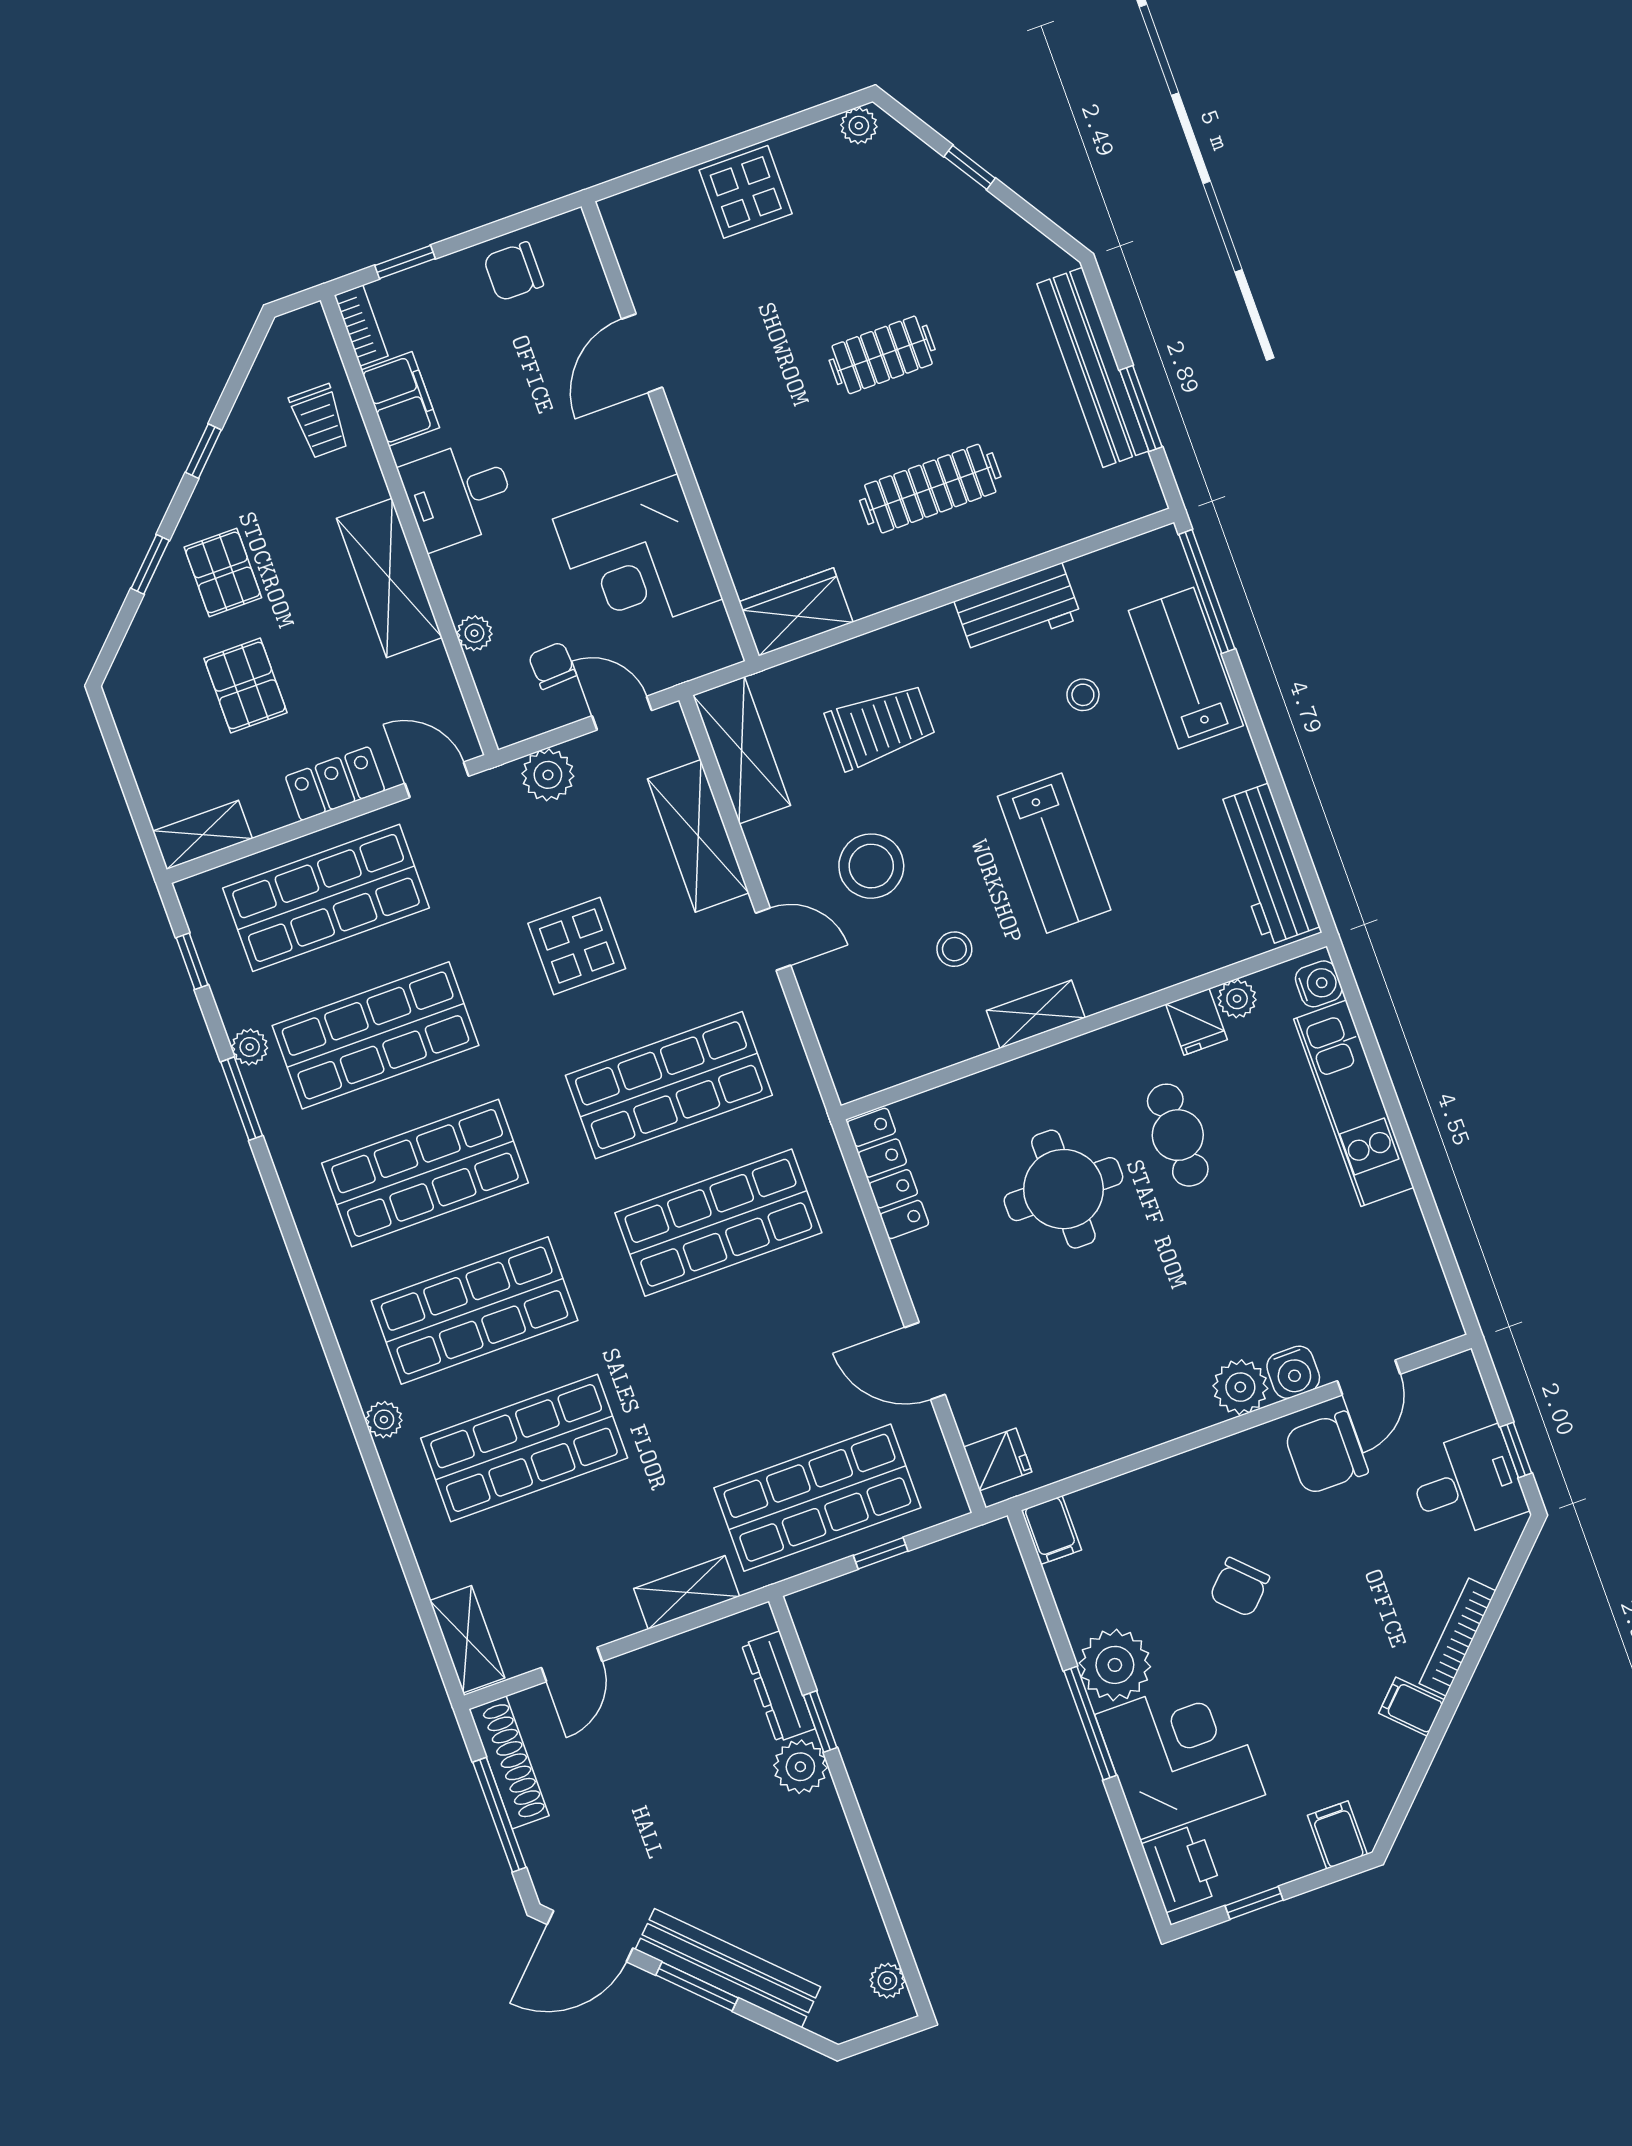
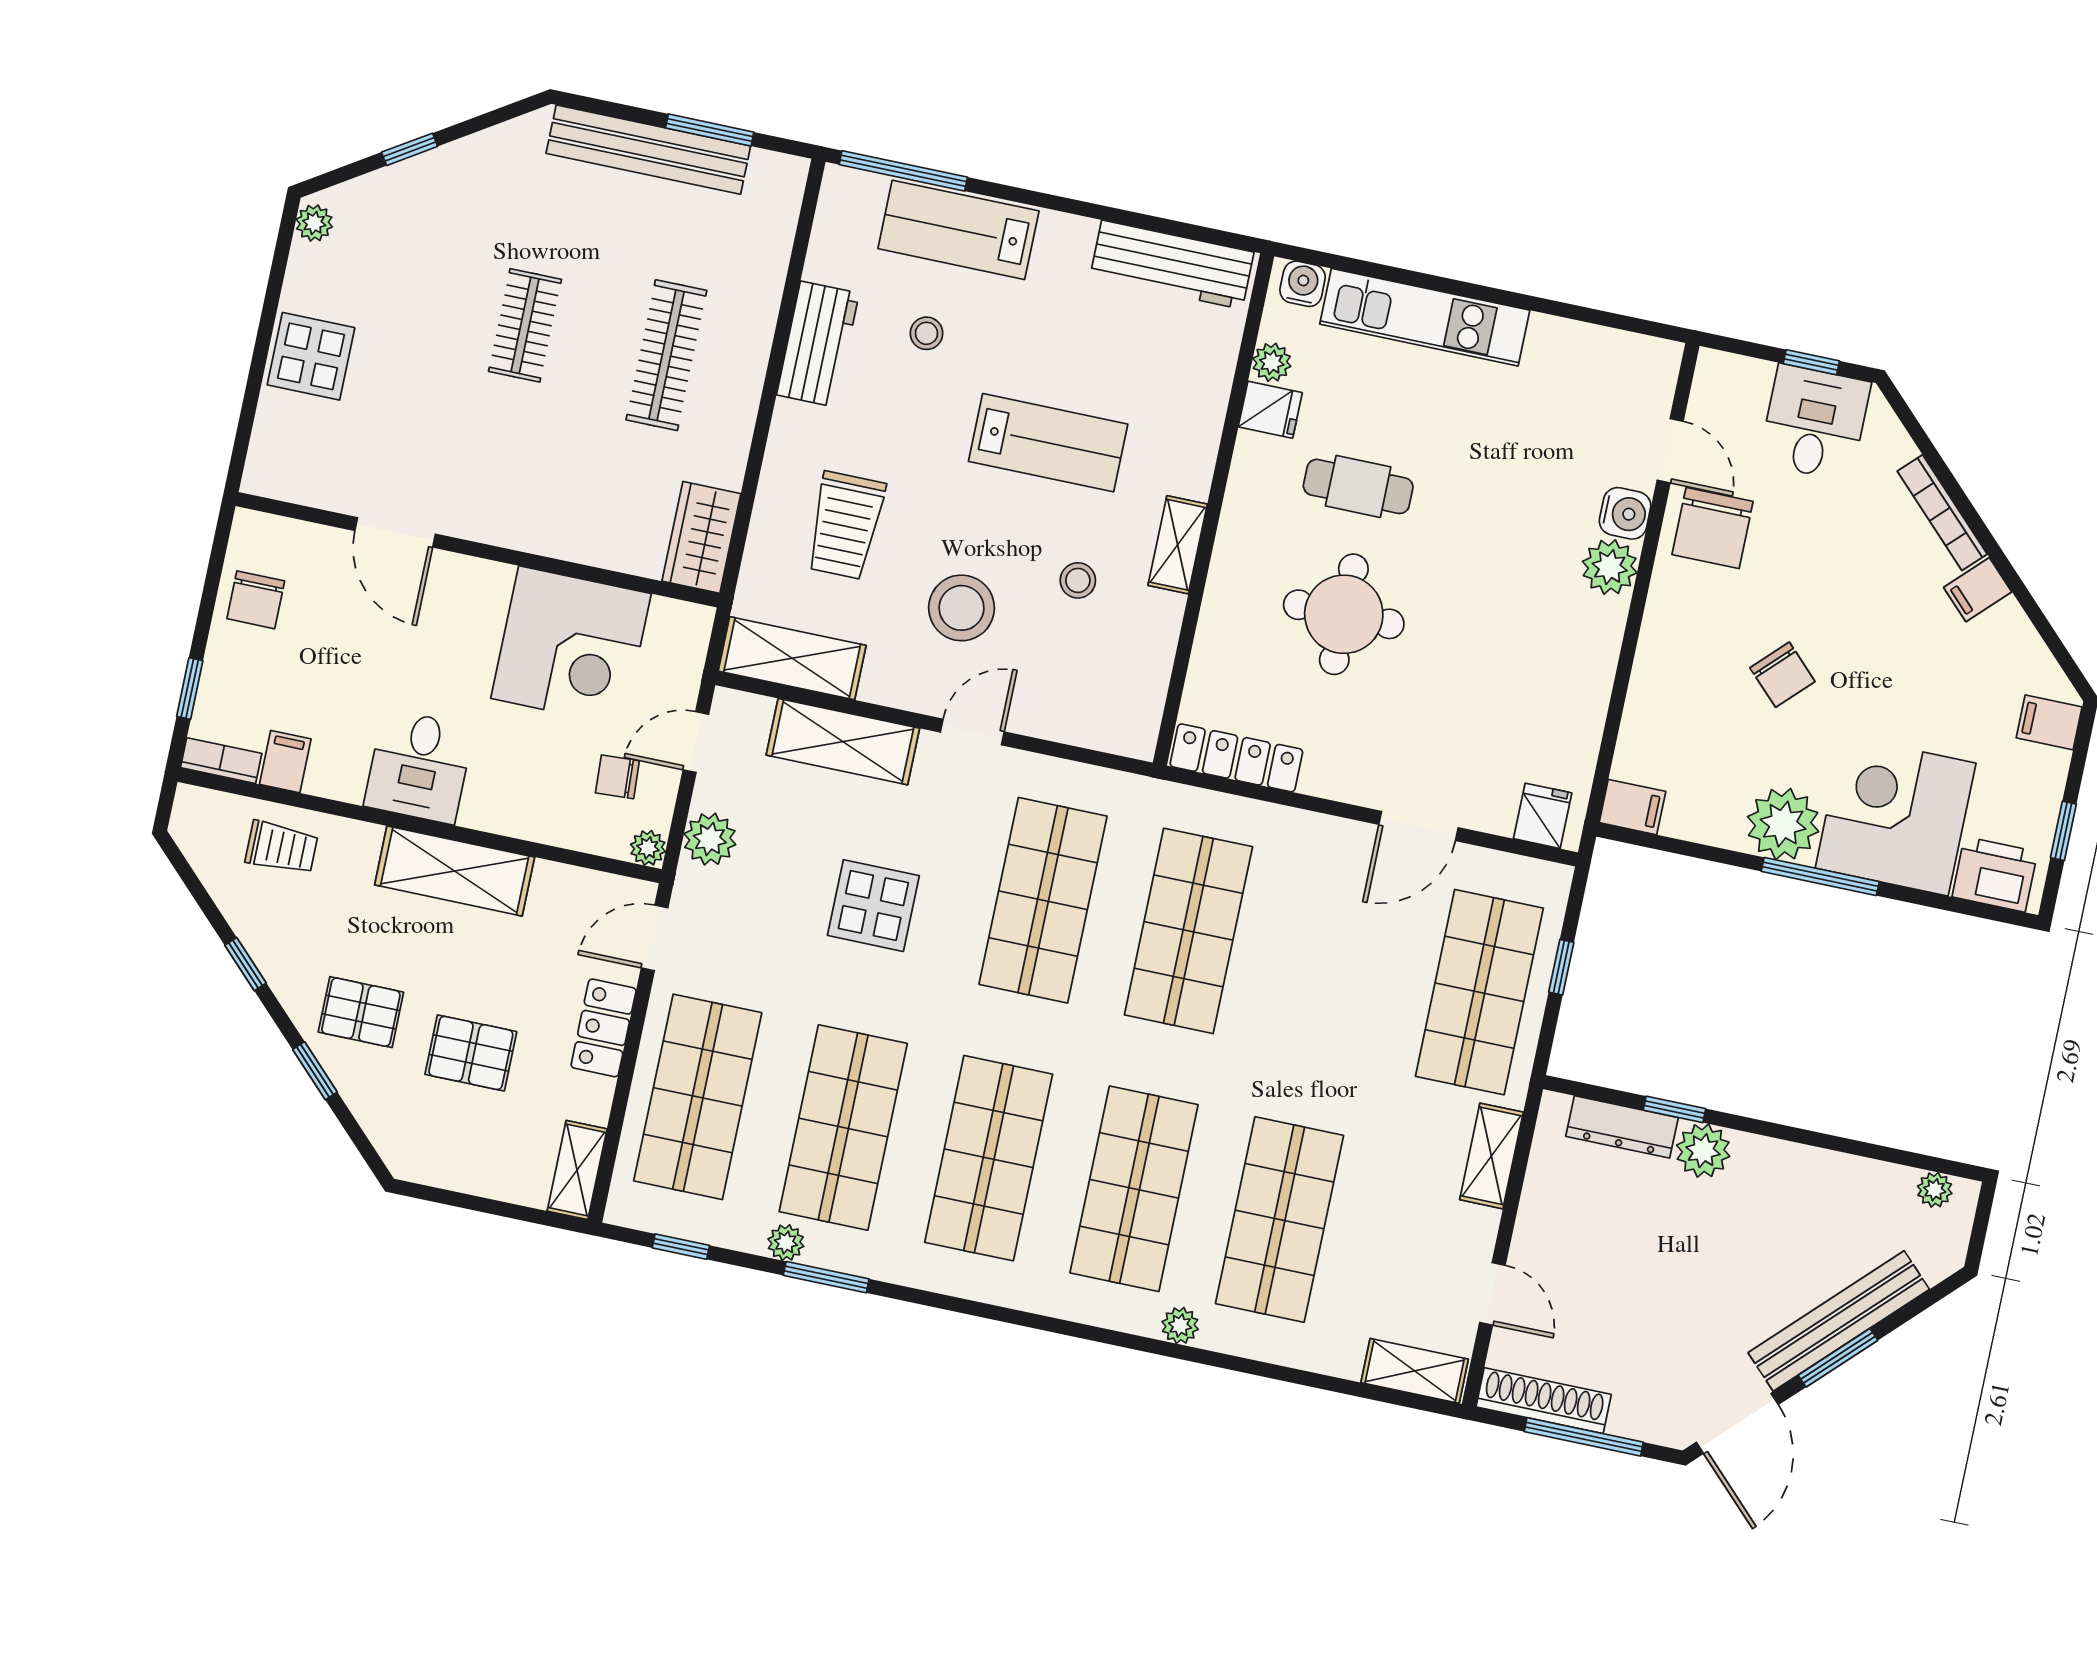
filing cabinet: (400, 399) -> (285, 762), width x0.50
plant: (474, 633) -> (648, 848), moved
trolley: (880, 726) -> (845, 525), turned 180

